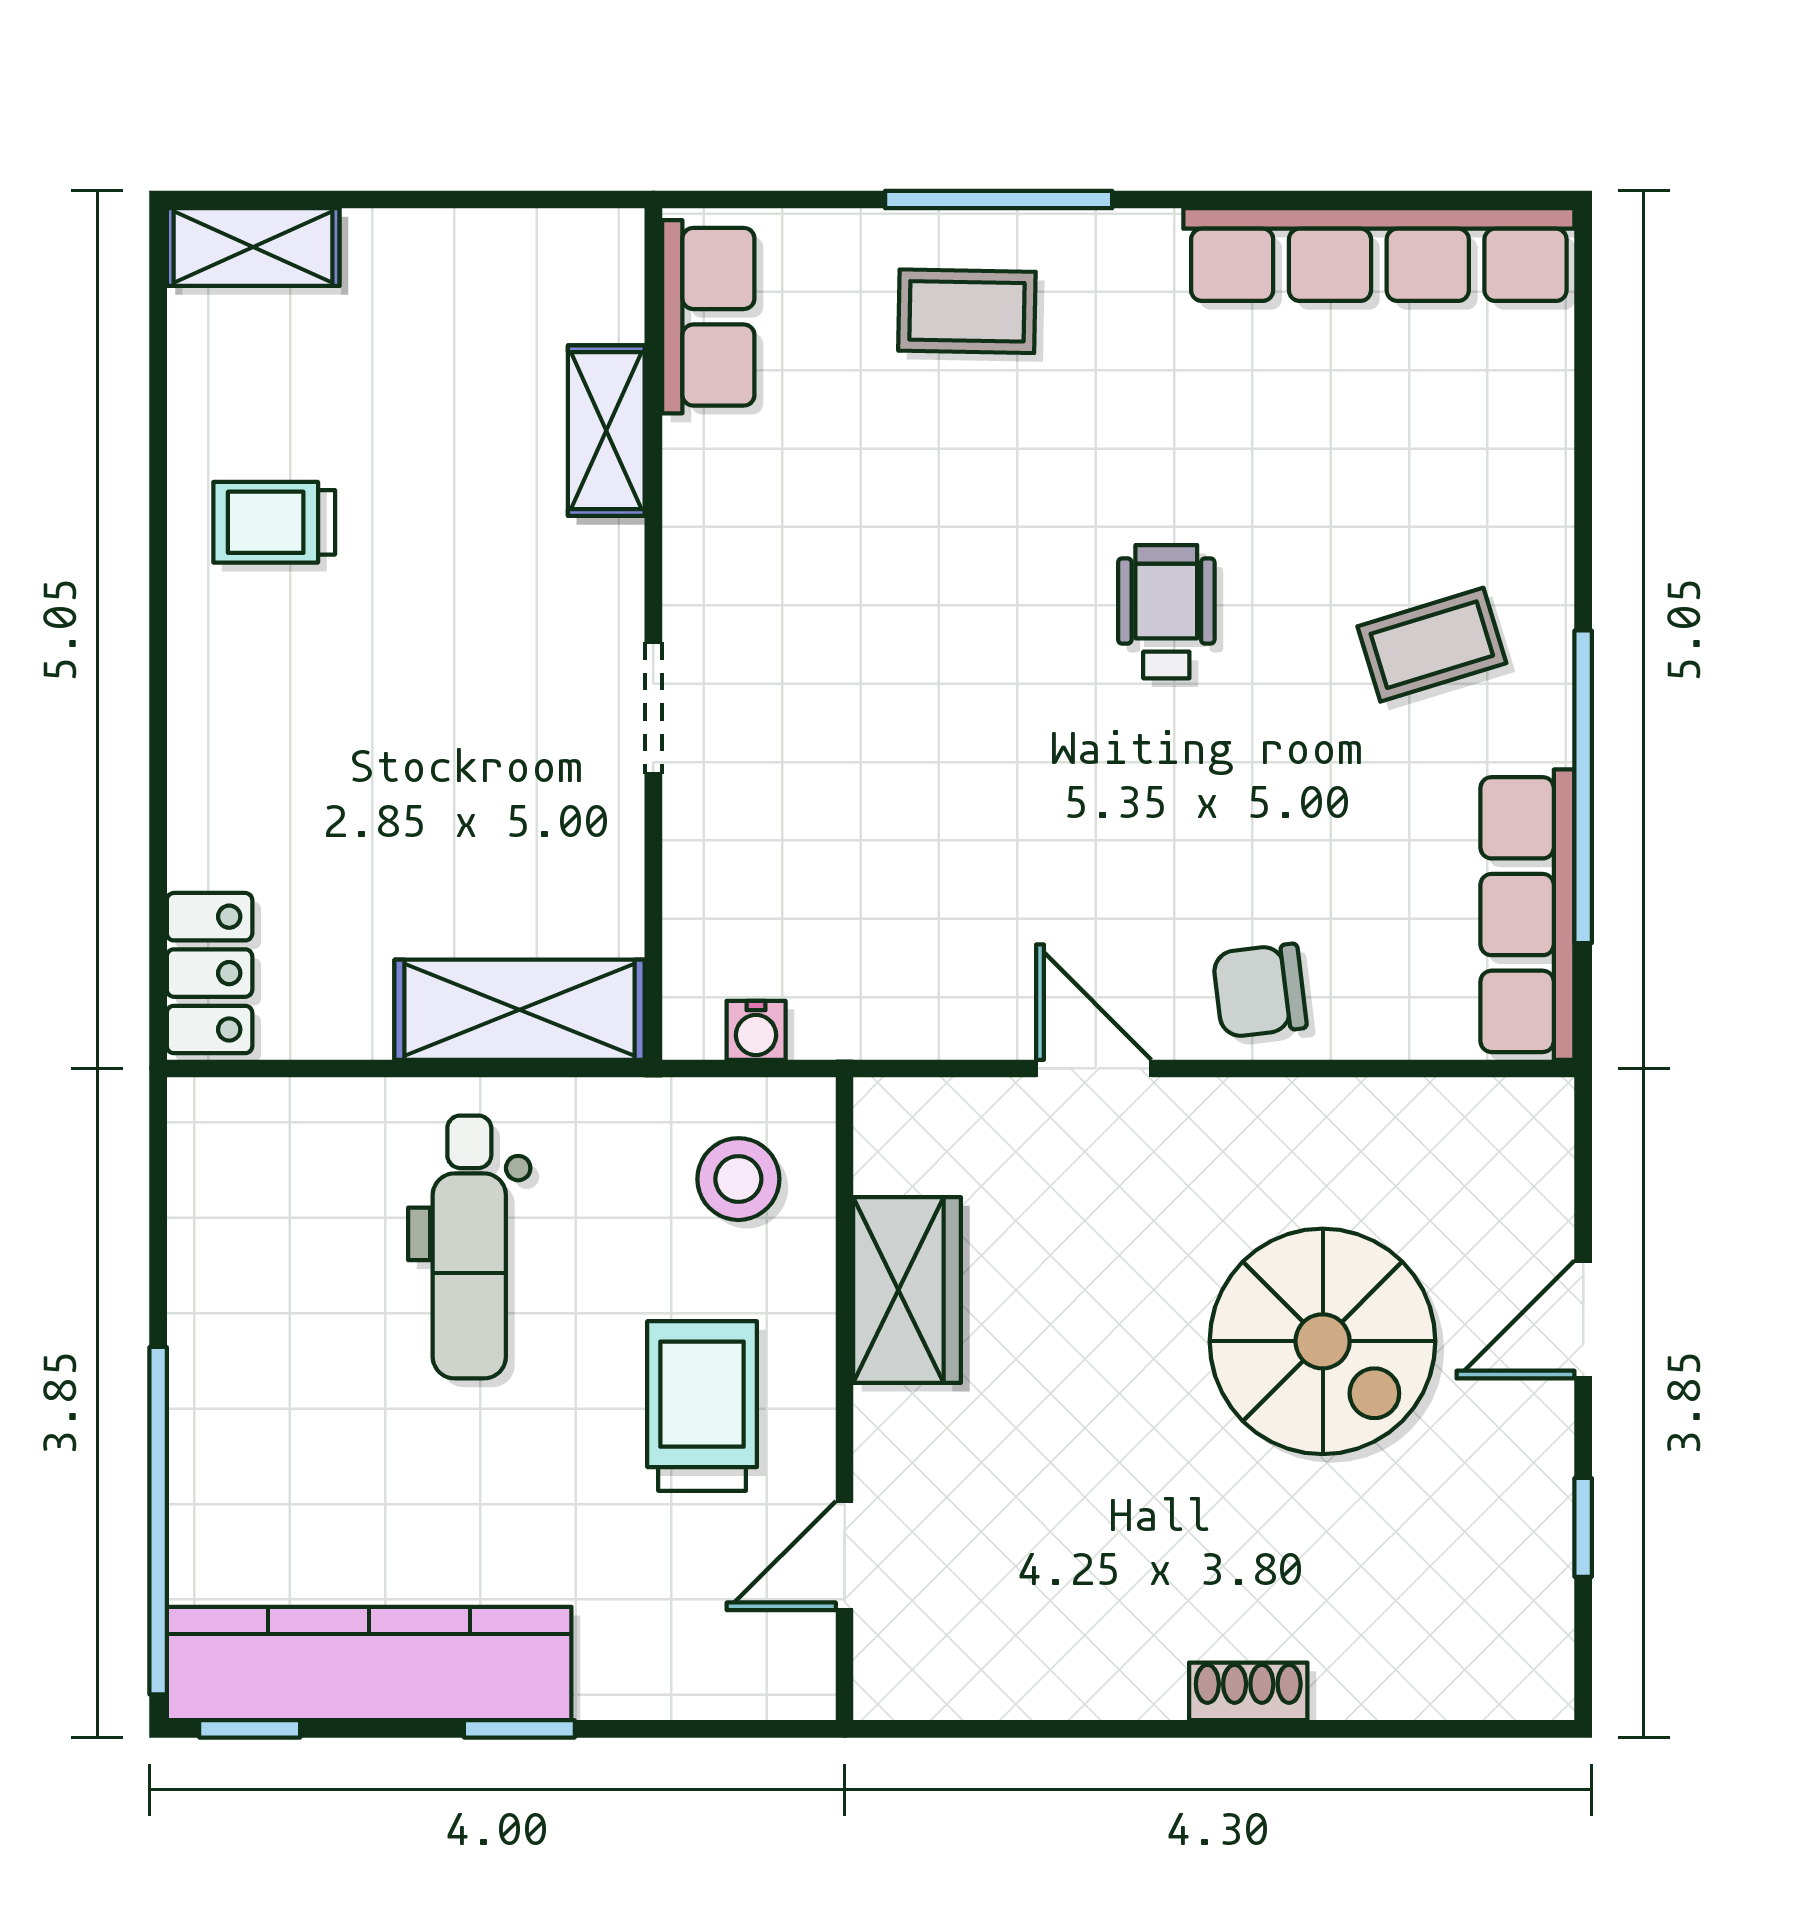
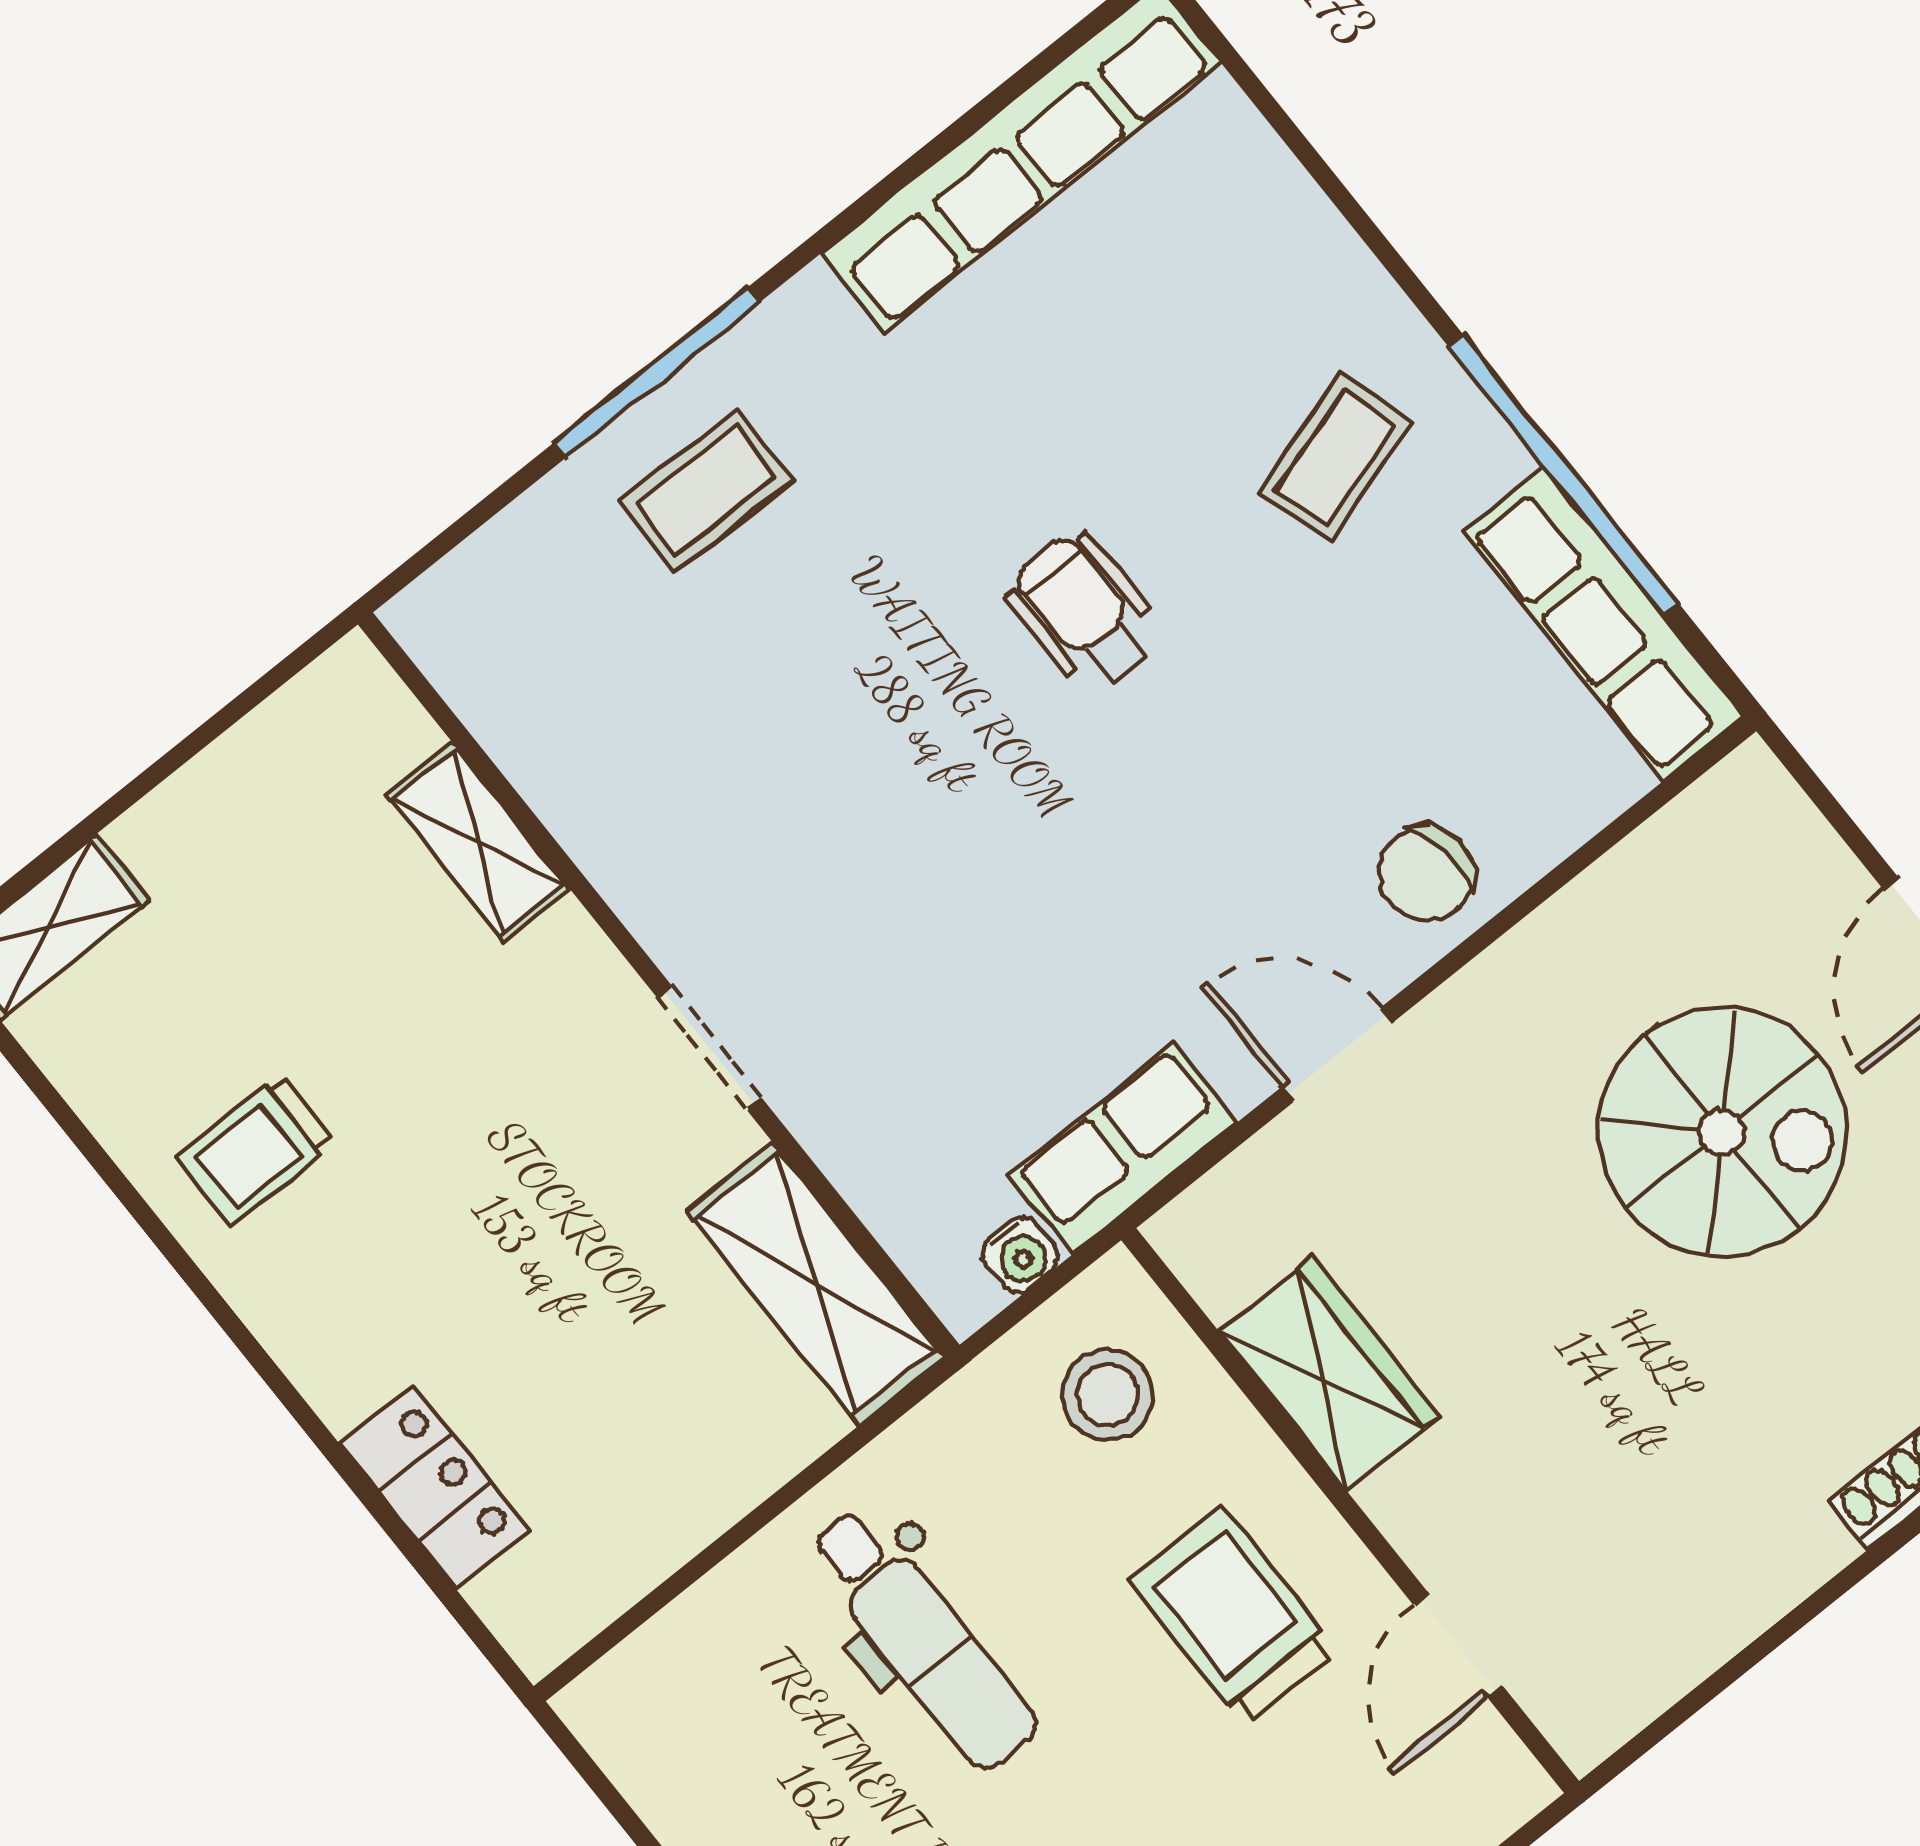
row of seats: (708, 317) -> (1123, 1149), moved, turned -90
locker: (210, 973) -> (434, 1487), moved
shelving: (520, 1010) -> (815, 1284), moved, turned 90

